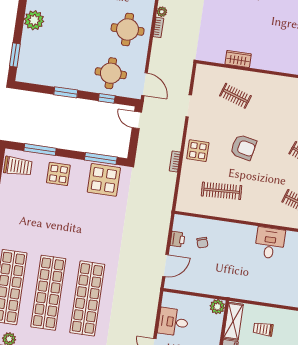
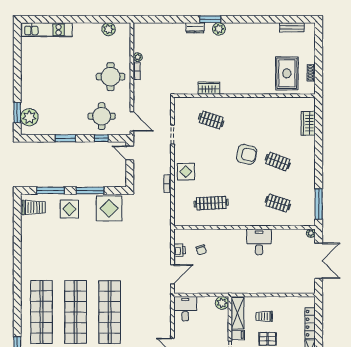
plant: (34, 20) -> (29, 117), moved
armchair: (243, 147) -> (247, 154), moved
window: (101, 158) -> (90, 190), moved
desk: (173, 322) -> (185, 309), moved, turned 90

